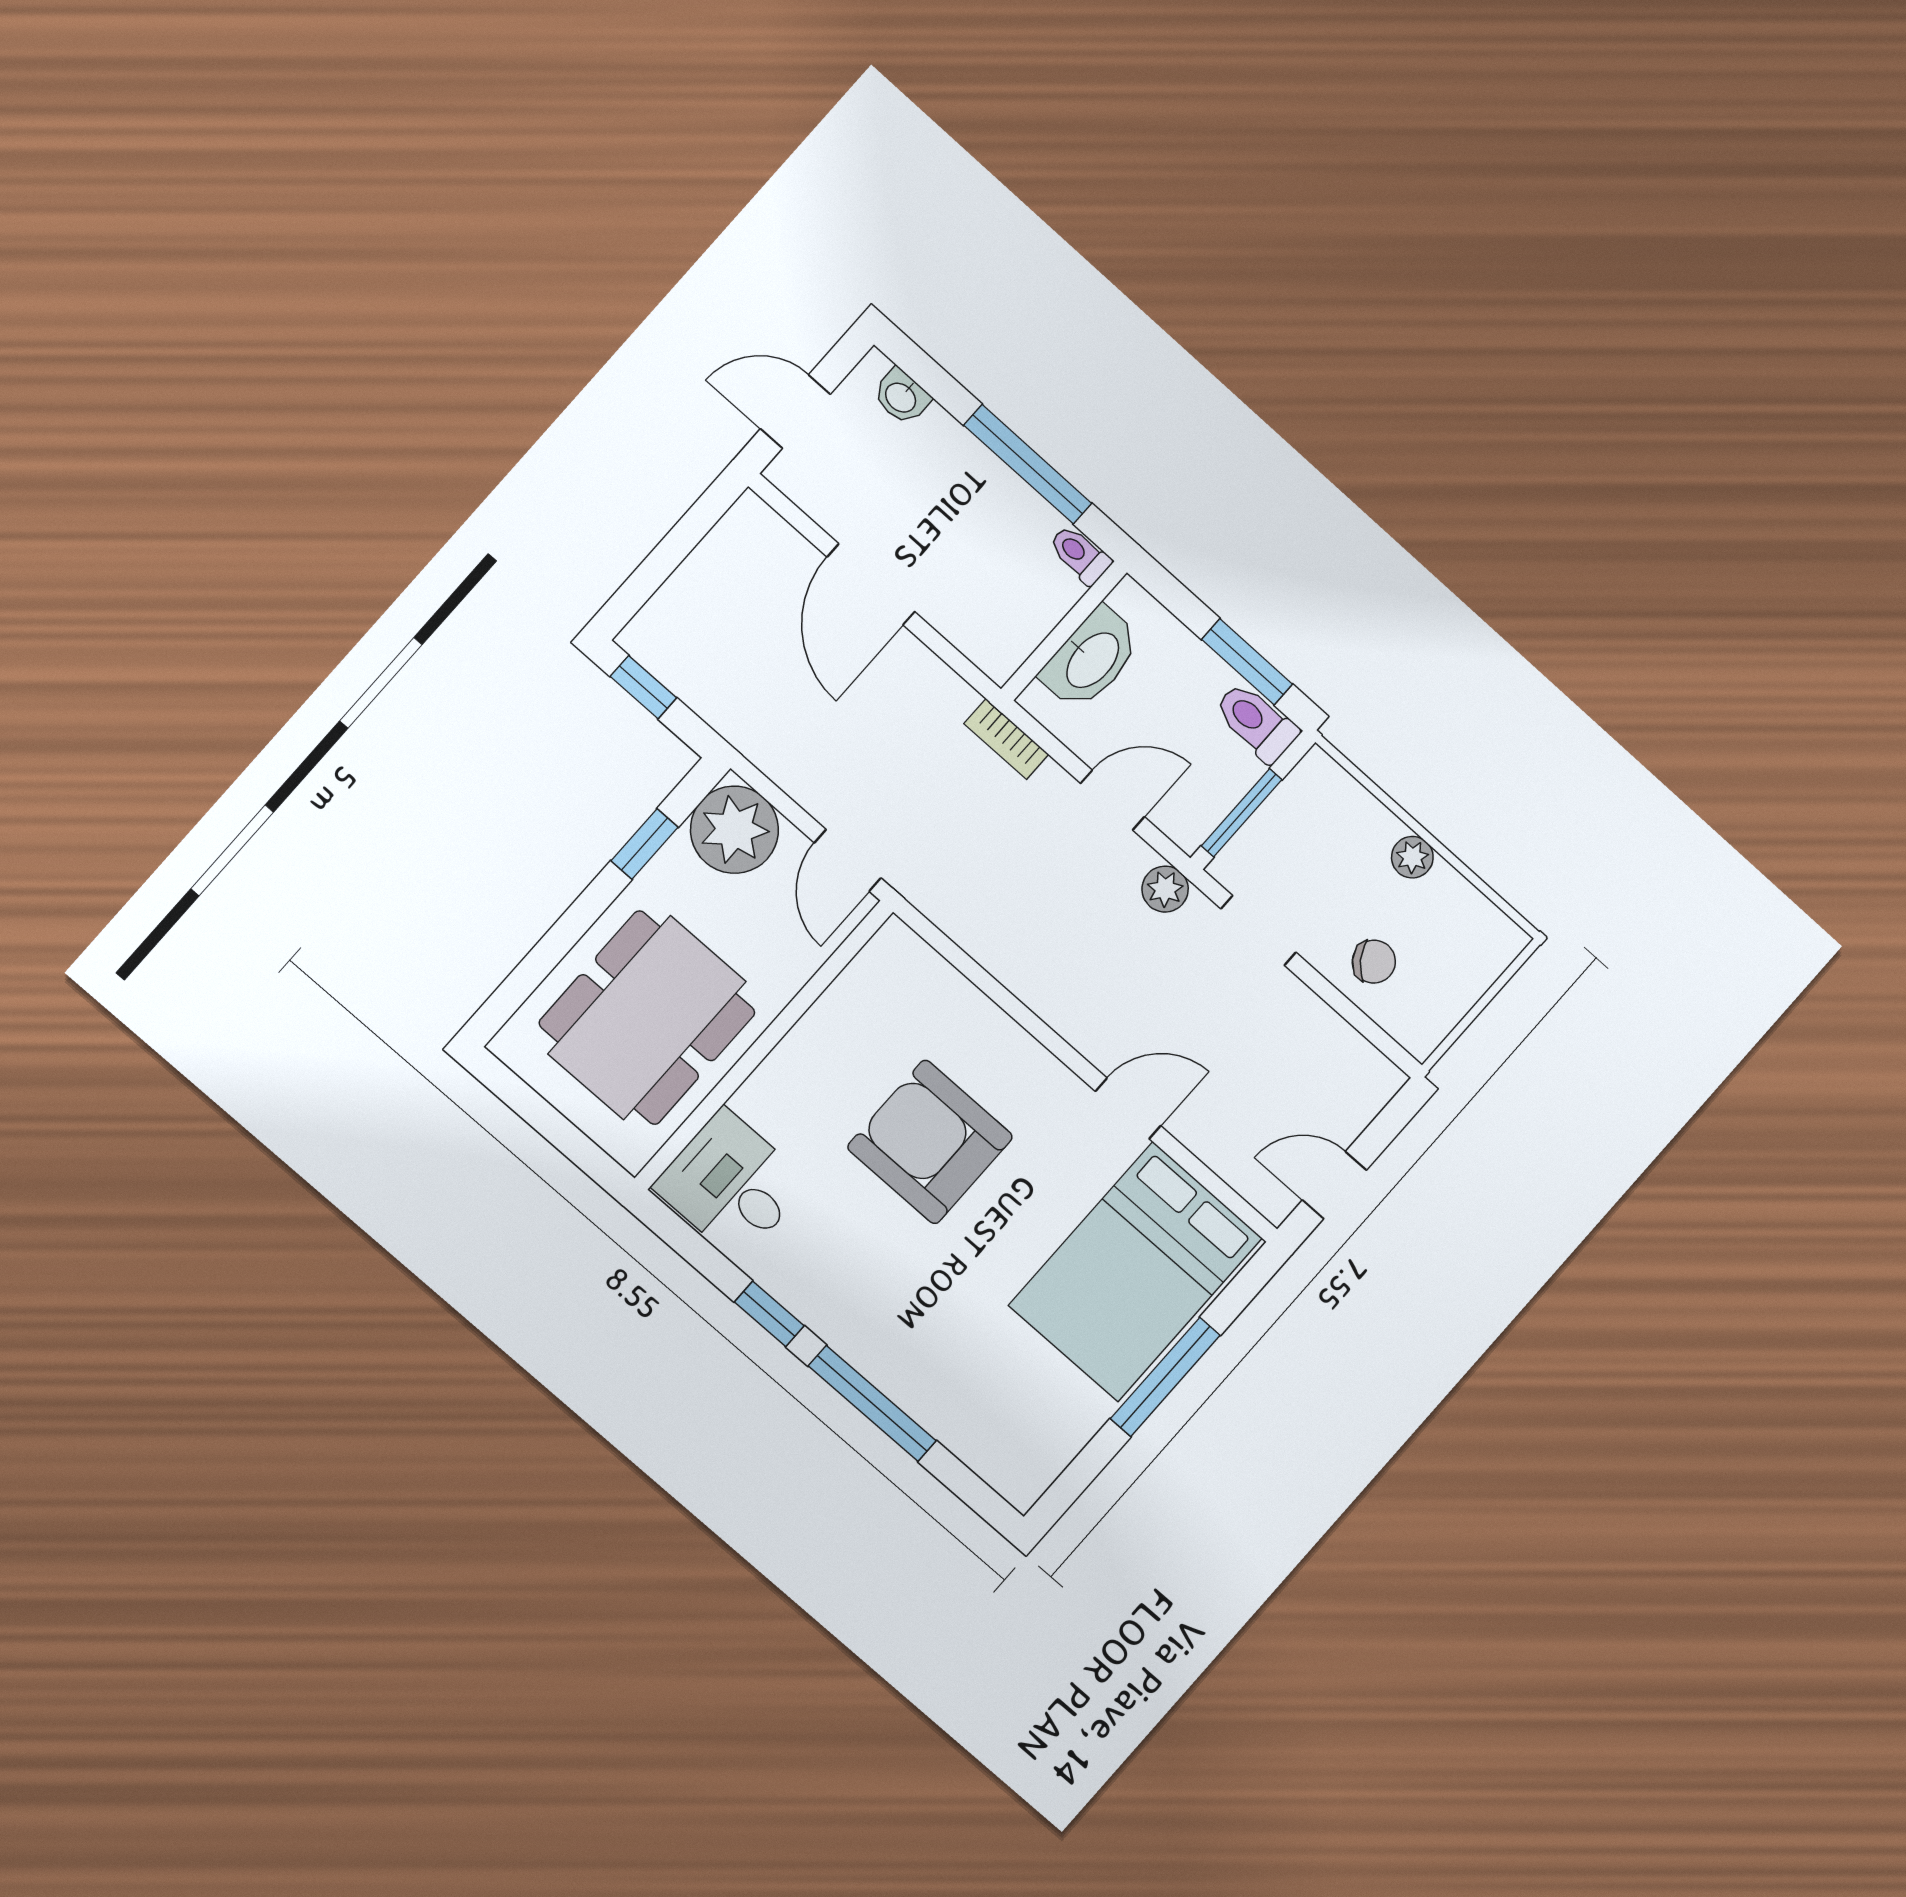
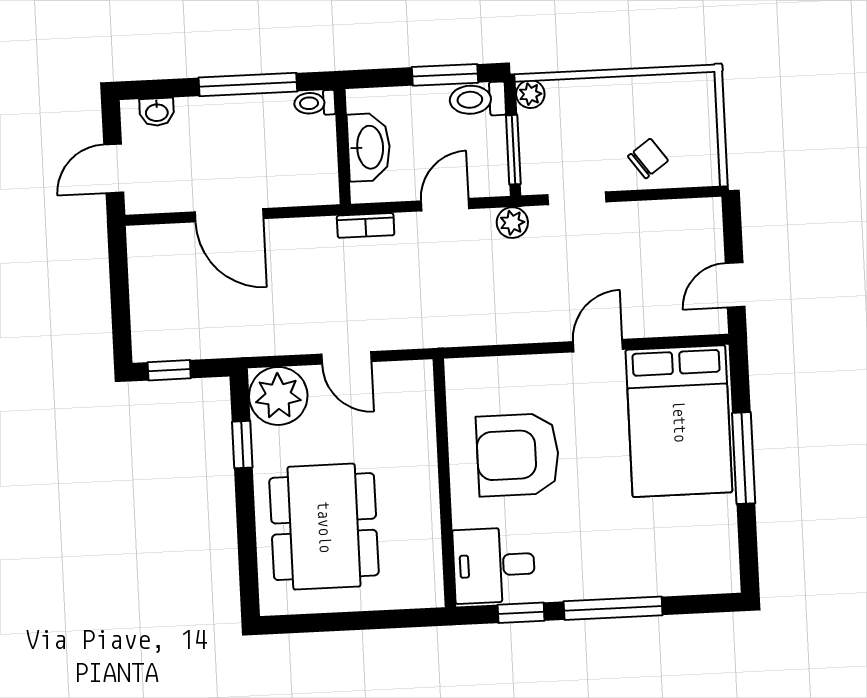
plant: (1412, 857) -> (530, 94), moved
wall: (764, 1045) -> (444, 483), moved
desk: (731, 1185) -> (494, 565), moved

